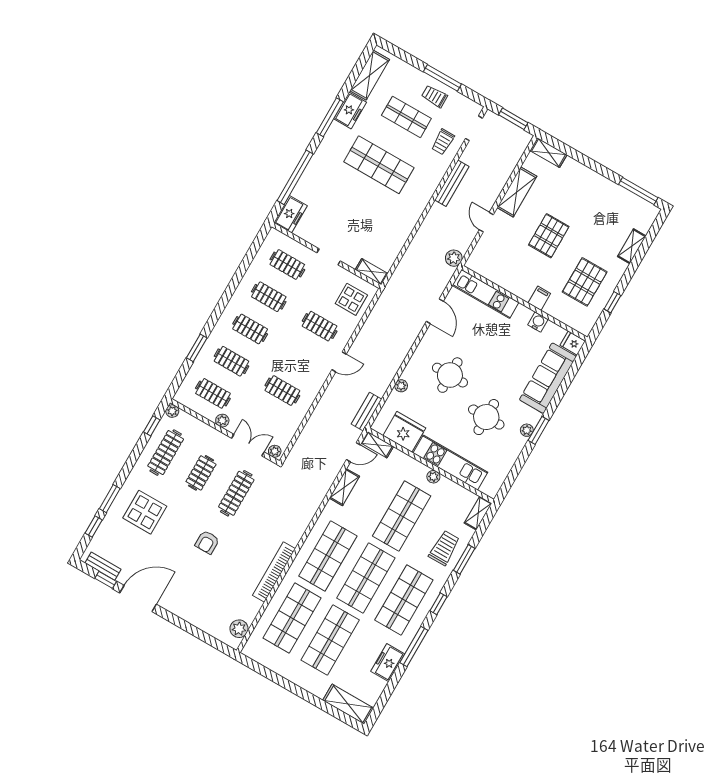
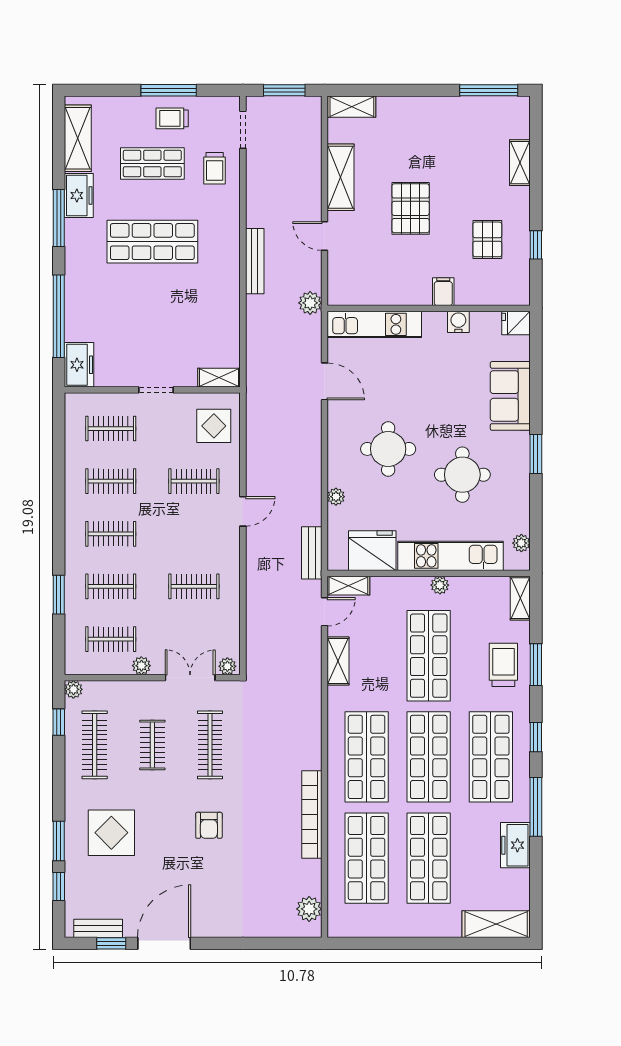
bench: (452, 183) -> (255, 261), moved
pallet: (585, 282) -> (487, 239), width x0.67, depth x0.71
sofa: (548, 378) -> (510, 396), width x0.73
plant: (527, 430) -> (521, 543), moved

